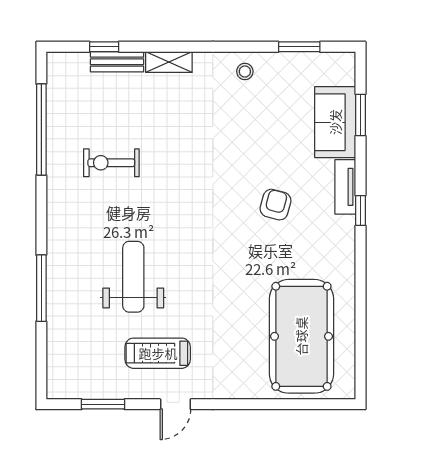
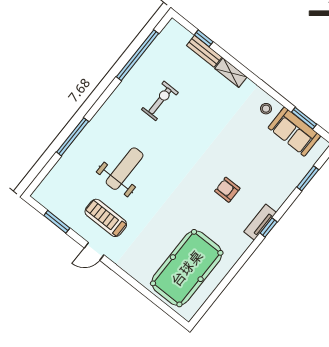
sofa: (335, 122) -> (294, 132), moved, turned -90
exercise bike: (111, 163) -> (160, 101), turned 90
tv unit: (345, 187) -> (260, 222), moved
armchair: (276, 205) -> (227, 190), turned -105

